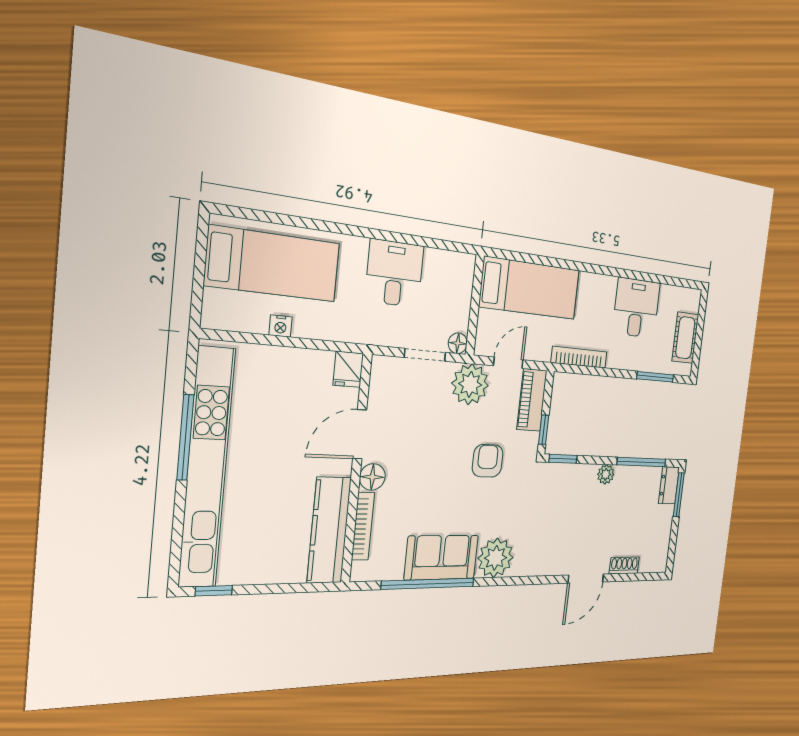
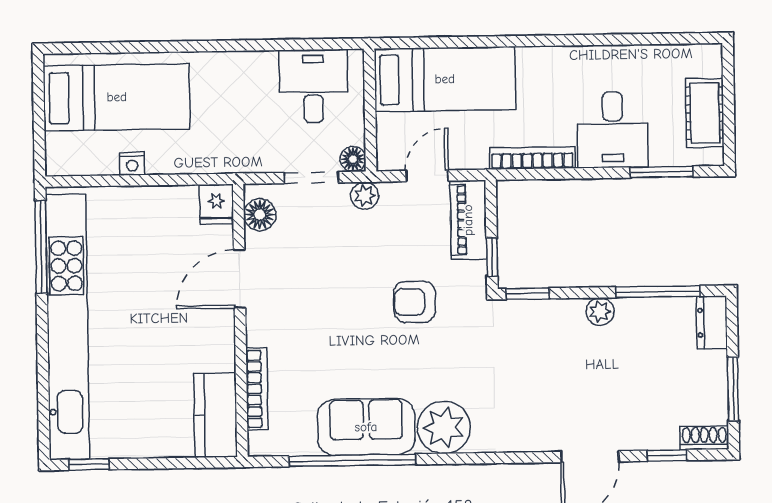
desk: (394, 273) -> (313, 86), moved
desk: (636, 308) -> (613, 130), moved, turned 180
plant: (470, 384) -> (365, 196), width x0.53, depth x0.53
window: (185, 438) -> (41, 247), moved
armchair: (488, 461) -> (415, 302), turned -90
floor lamp: (372, 477) -> (260, 215), moved
window: (679, 495) -> (733, 389), moved
kitchen counter: (329, 530) -> (215, 415), width x0.67
shoe rack: (624, 566) -> (704, 438), moved
window: (631, 577) -> (667, 455), added

